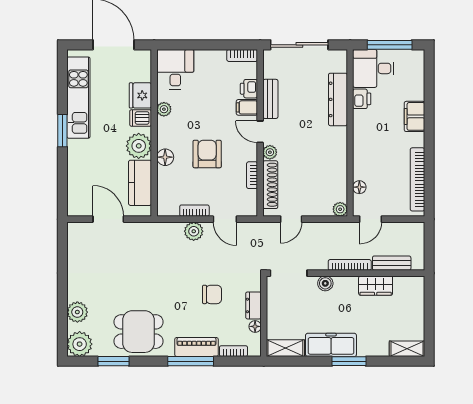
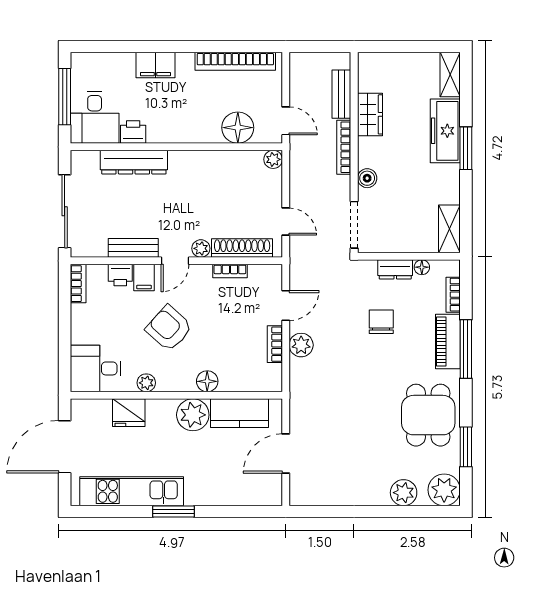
dishwasher: (141, 118) -> (157, 412), removed
armchair: (207, 154) -> (169, 328), moved, turned 42
floor lamp: (359, 187) -> (238, 128), width x1.89, depth x1.89
freezer: (331, 345) -> (445, 131), moved

